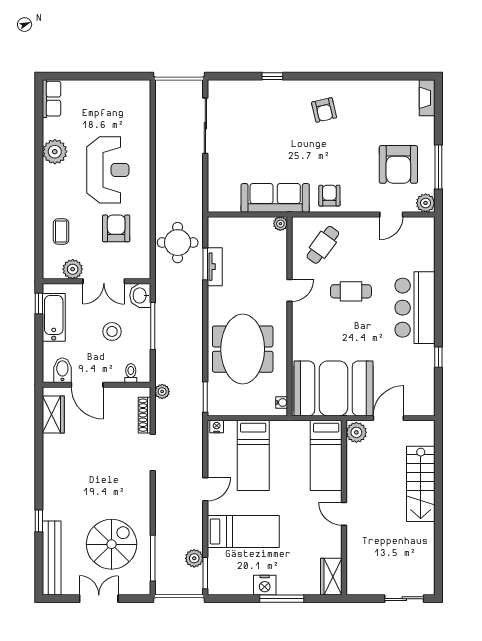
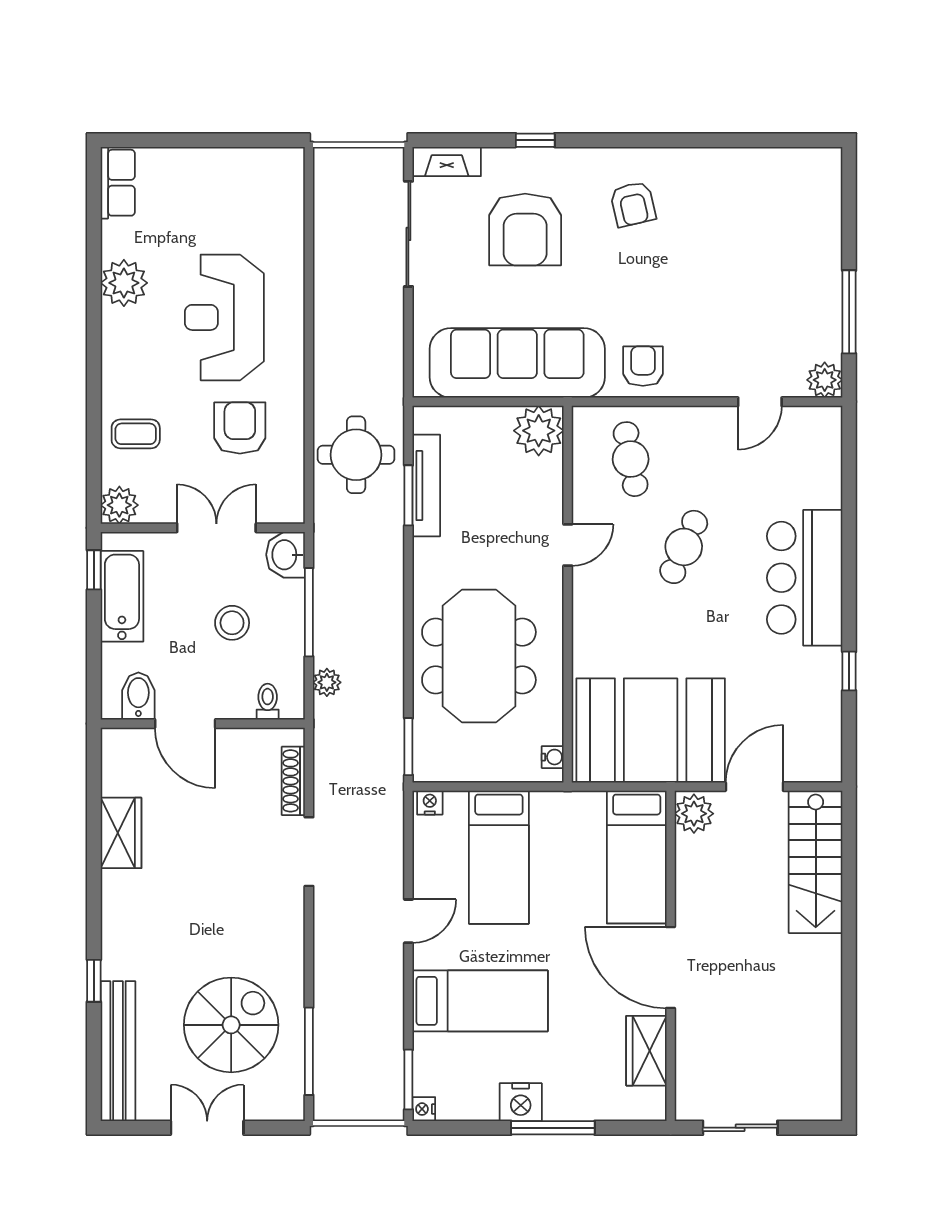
fireplace: (427, 98) -> (447, 161), moved, turned -90
armchair: (398, 164) -> (525, 229), moved
reception desk: (108, 170) -> (224, 317), turned 180
sofa: (275, 198) -> (517, 363), width x1.36, depth x1.27
plant: (280, 224) -> (539, 431), width x1.87, depth x1.87
coffee table: (61, 231) -> (136, 434), turned 90
cafe table: (323, 245) -> (631, 459), turned -46
tv unit: (215, 267) -> (426, 486), width x1.41
plant: (73, 269) -> (119, 505), moved
double door: (104, 281) -> (216, 528), swing flipped
cafe table: (351, 291) -> (684, 547), turned -66
plant: (162, 392) -> (327, 682), moved
wardrobe: (53, 415) -> (121, 833), moved
stairs: (421, 484) -> (816, 862), moved
door: (344, 514) -> (671, 968), width x1.87
plant: (194, 558) -> (387, 1051), removed
wardrobe: (331, 577) -> (646, 1051), moved
nightstand: (213, 589) -> (424, 1109), added
sliding door: (404, 599) -> (740, 1128), moved

